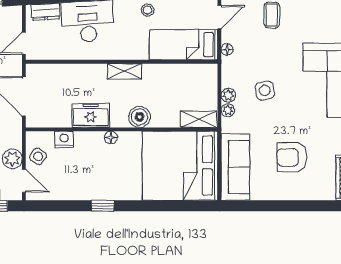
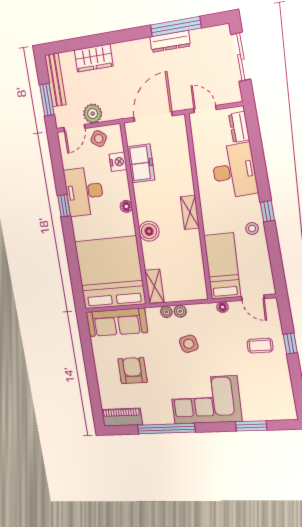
freezer: (91, 115) -> (141, 163), moved
desk: (90, 181) -> (84, 192), added

